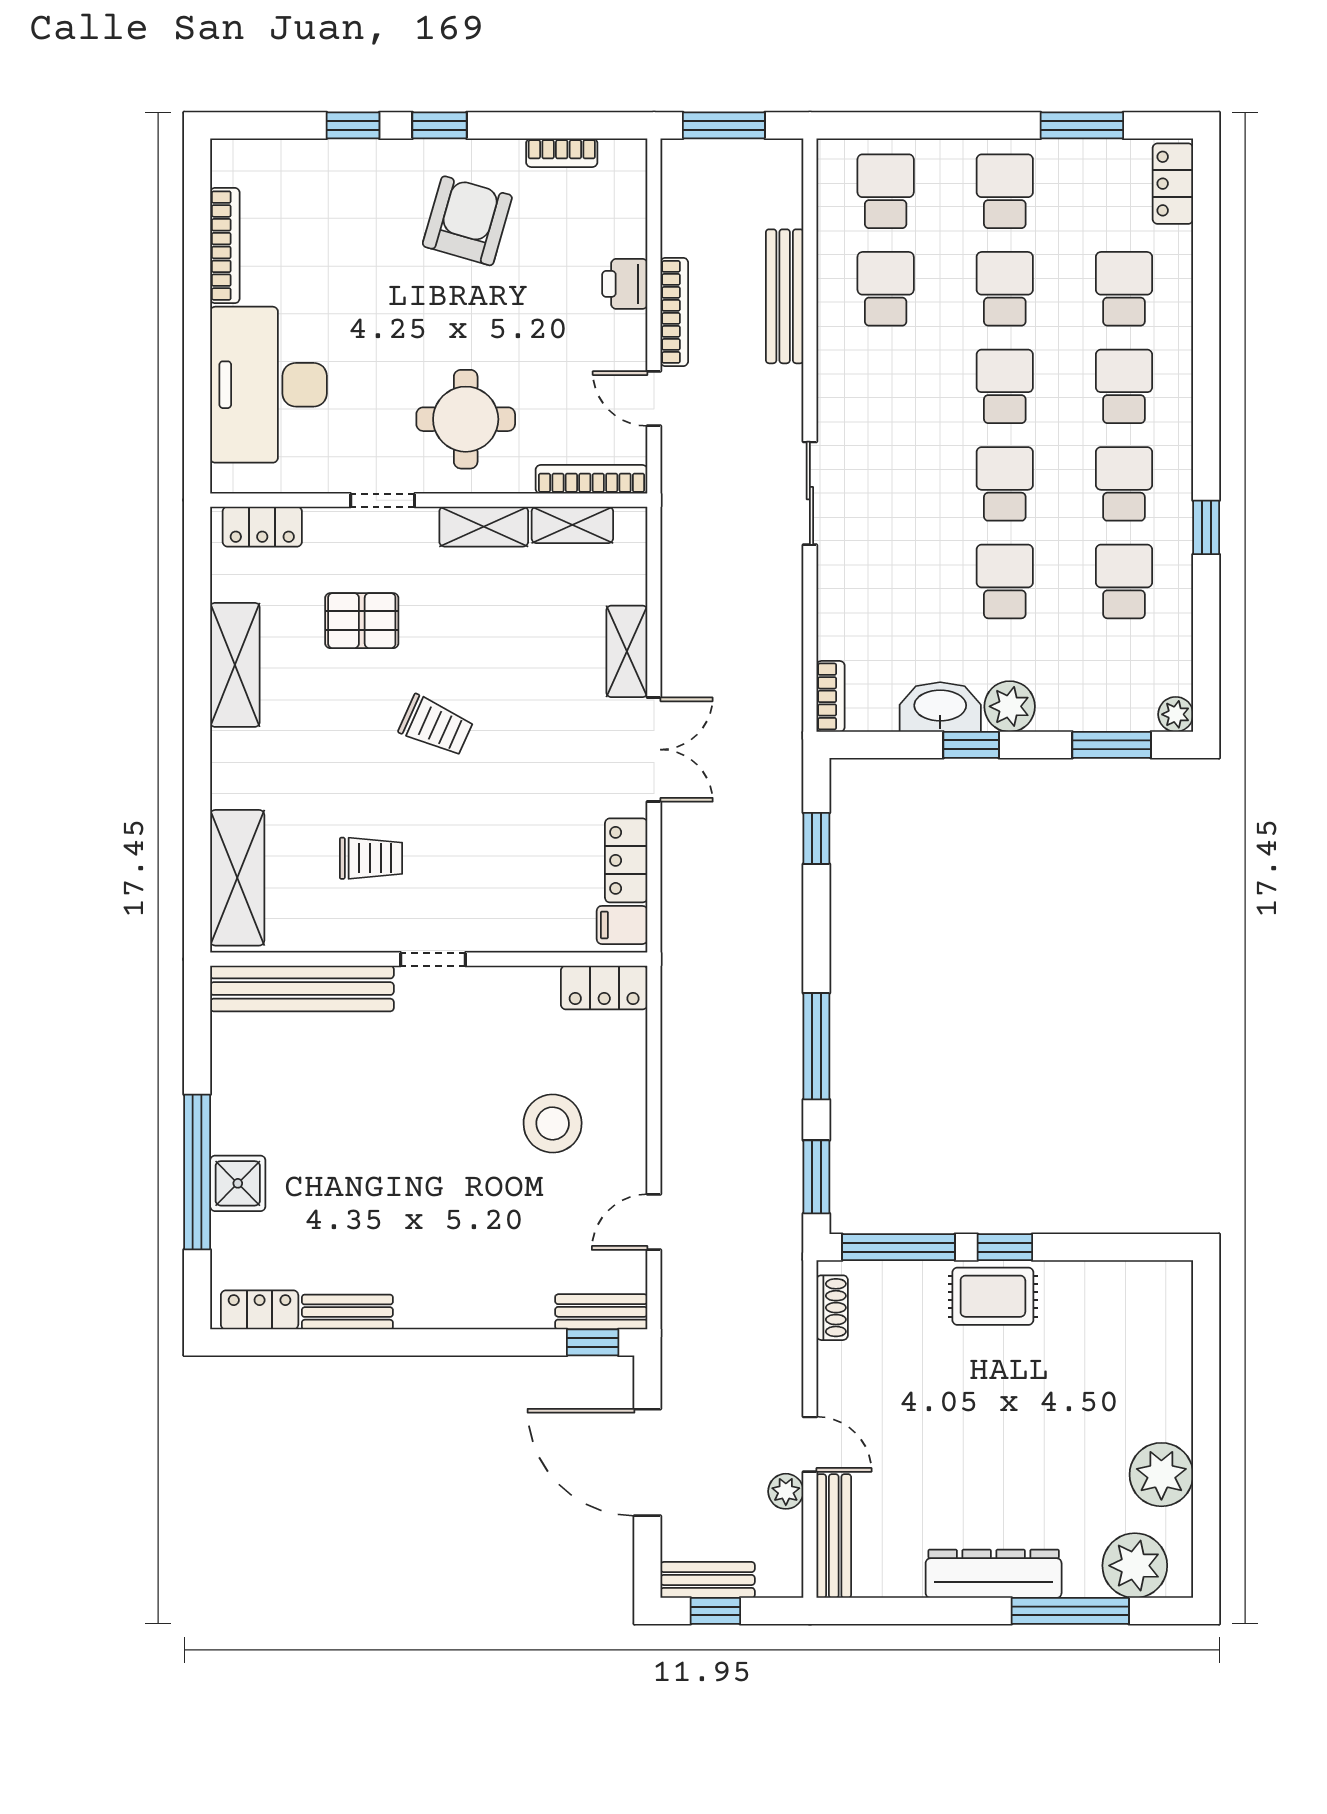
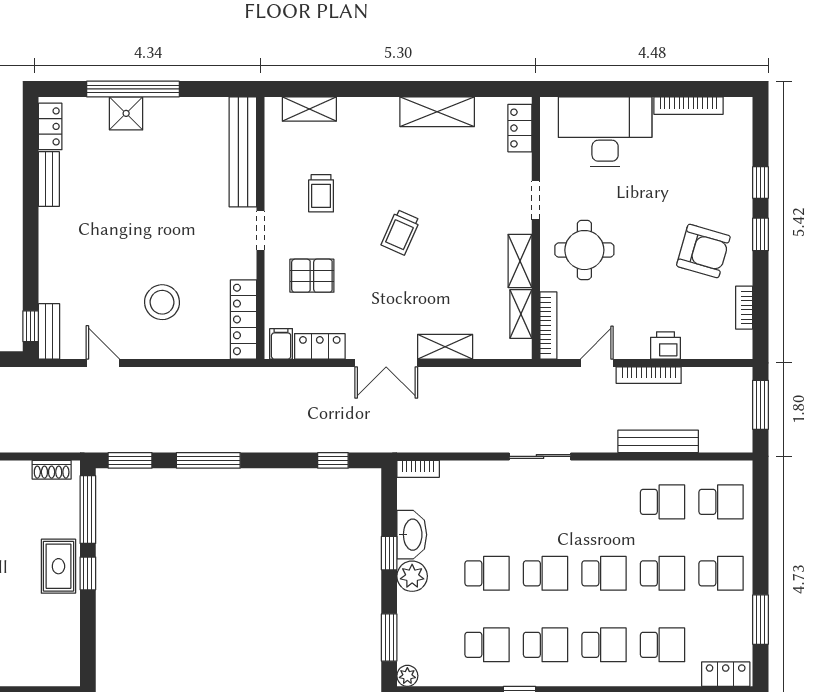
pallet: (362, 621) -> (312, 276), moved, turned 90
shelving: (237, 878) -> (309, 109), width x0.67, depth x0.75
locker: (604, 988) -> (244, 319), width x1.53

